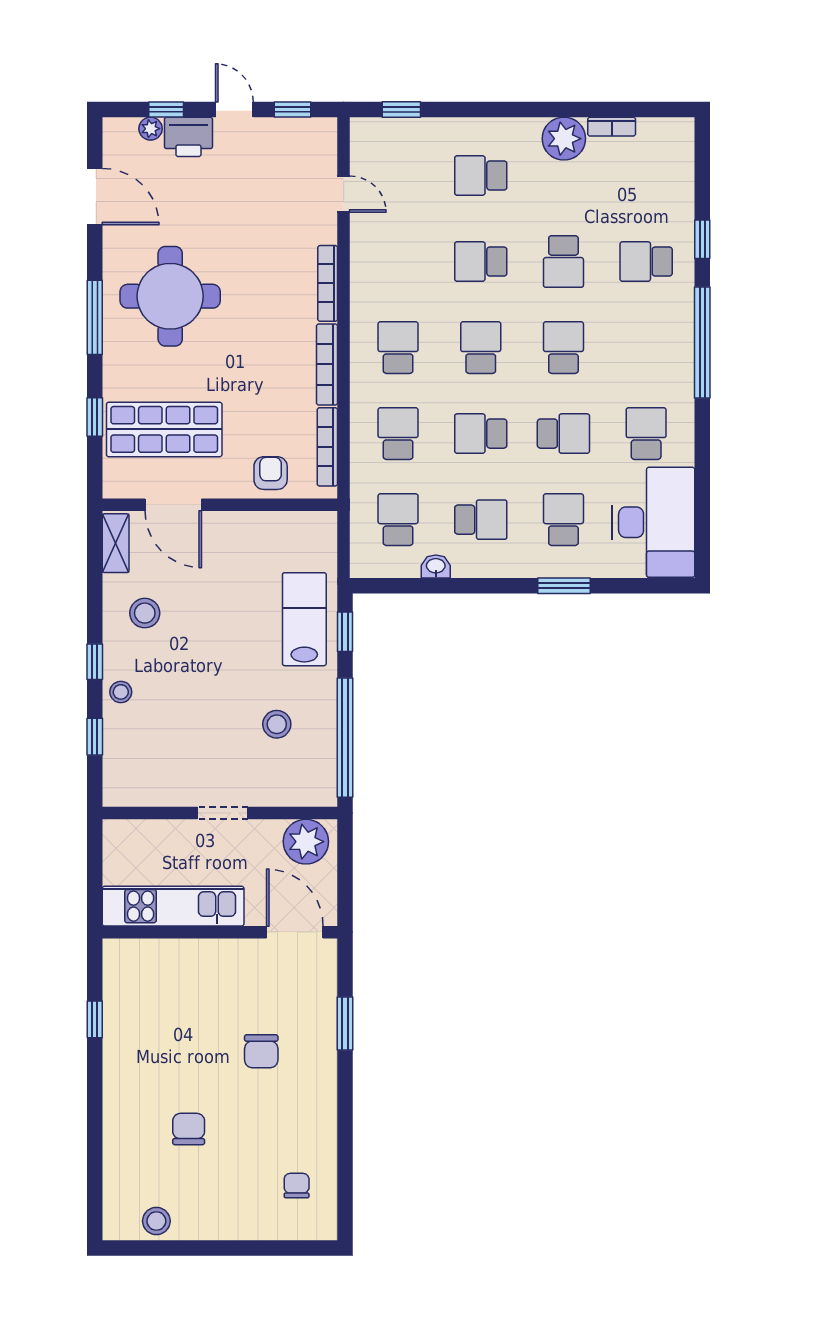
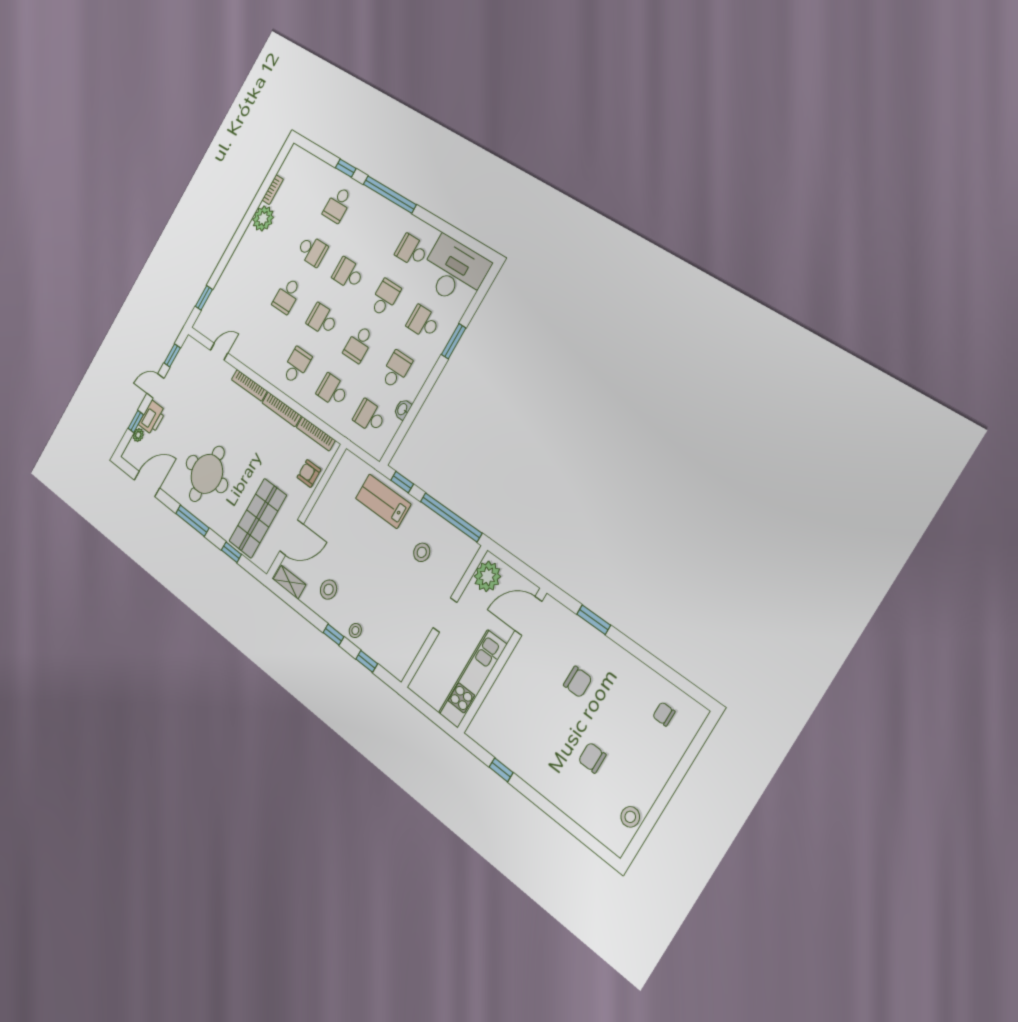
school desk: (481, 176) -> (253, 273), removed
school desk: (398, 348) -> (297, 365), turned 90

